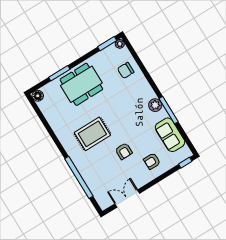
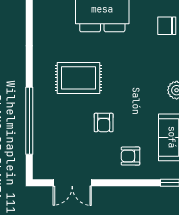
double door: (127, 199) -> (72, 183), swing flipped

